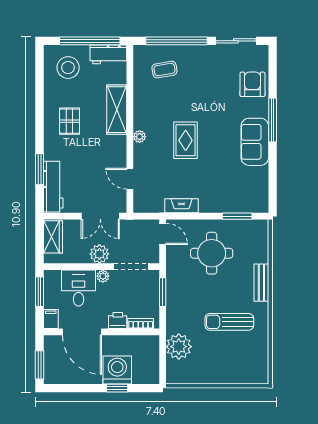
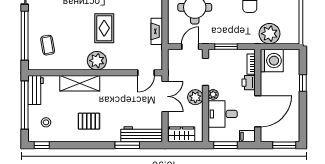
window: (39, 62) -> (42, 145), added
stool: (68, 68) -> (46, 122), width x0.53, depth x0.53
plant: (140, 137) -> (97, 61), width x1.88, depth x1.88
rug: (186, 140) -> (104, 28), turned 90
door: (130, 179) -> (146, 73), moved
door: (163, 234) -> (190, 47), moved
washing machine: (117, 370) -> (272, 61), moved, turned 180

